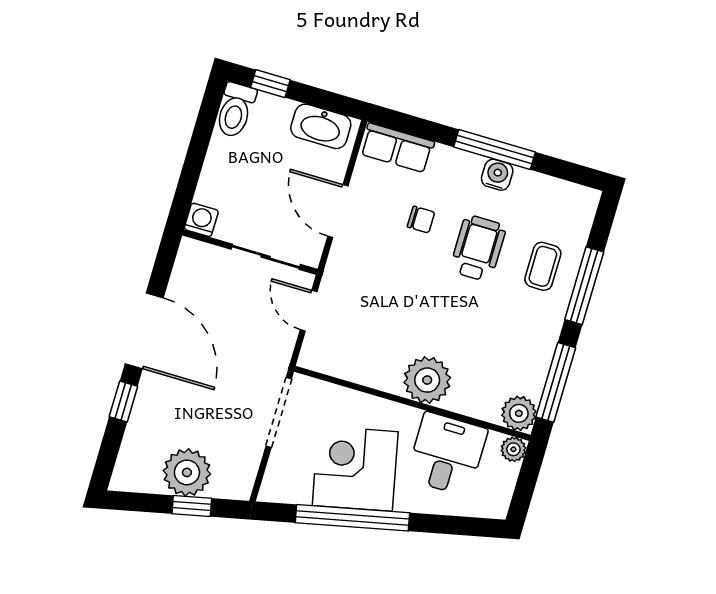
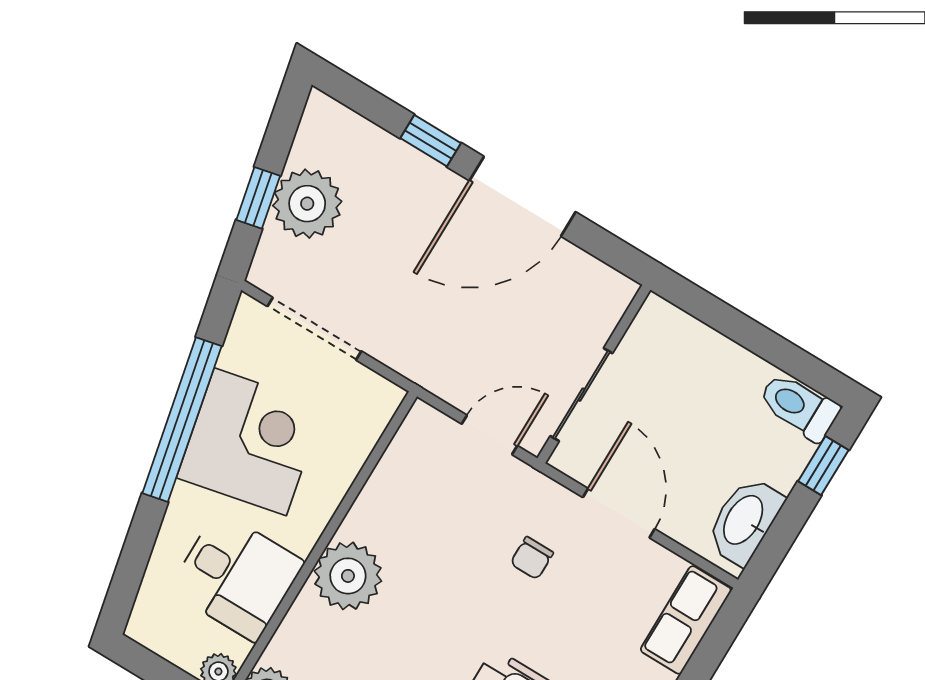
door: (338, 211) -> (619, 513), hinge flipped
washing machine: (201, 220) -> (657, 318), removed
chair: (421, 220) -> (532, 558), moved
doorway: (279, 412) -> (314, 329), moved

